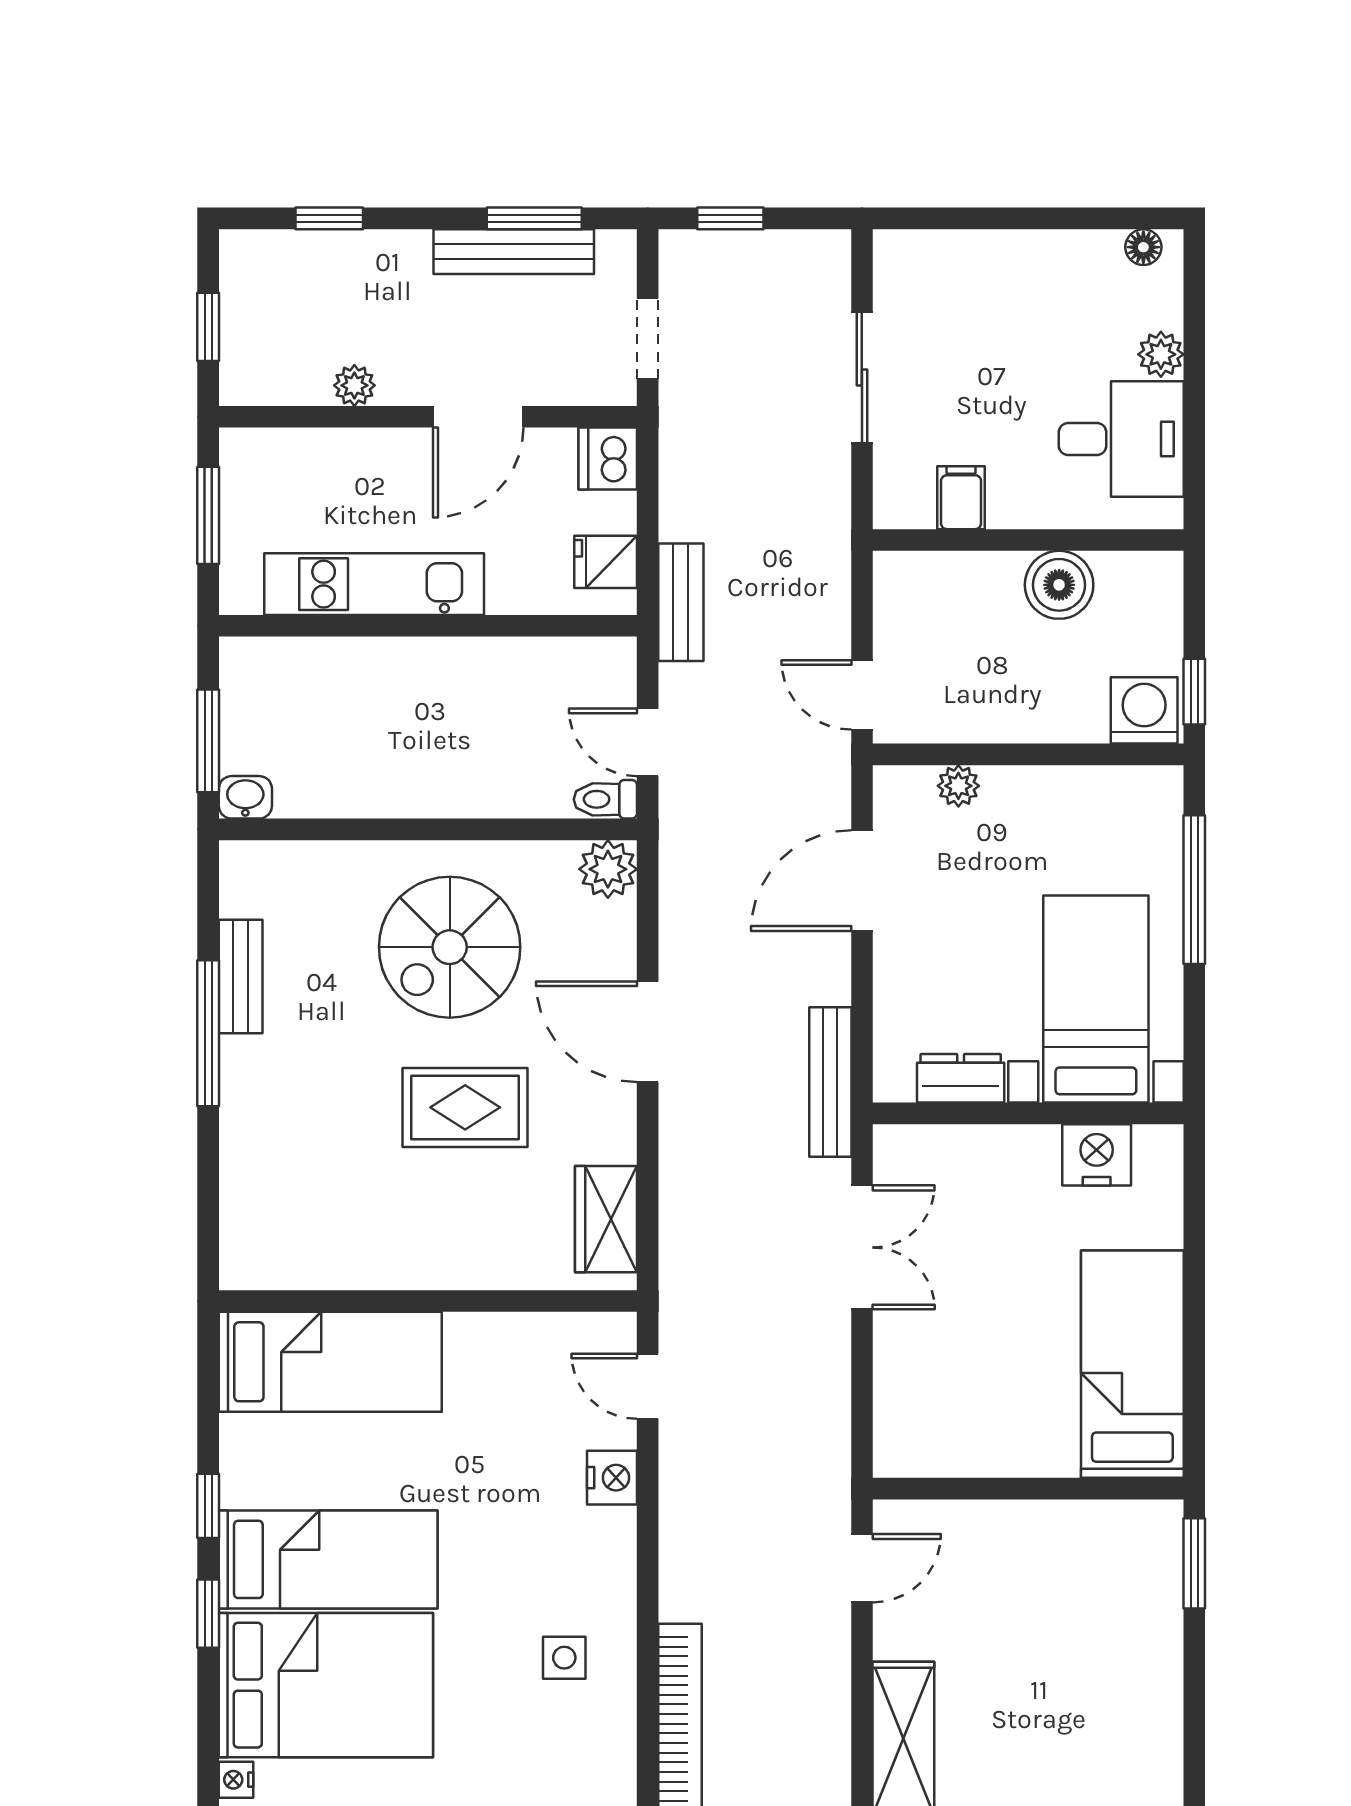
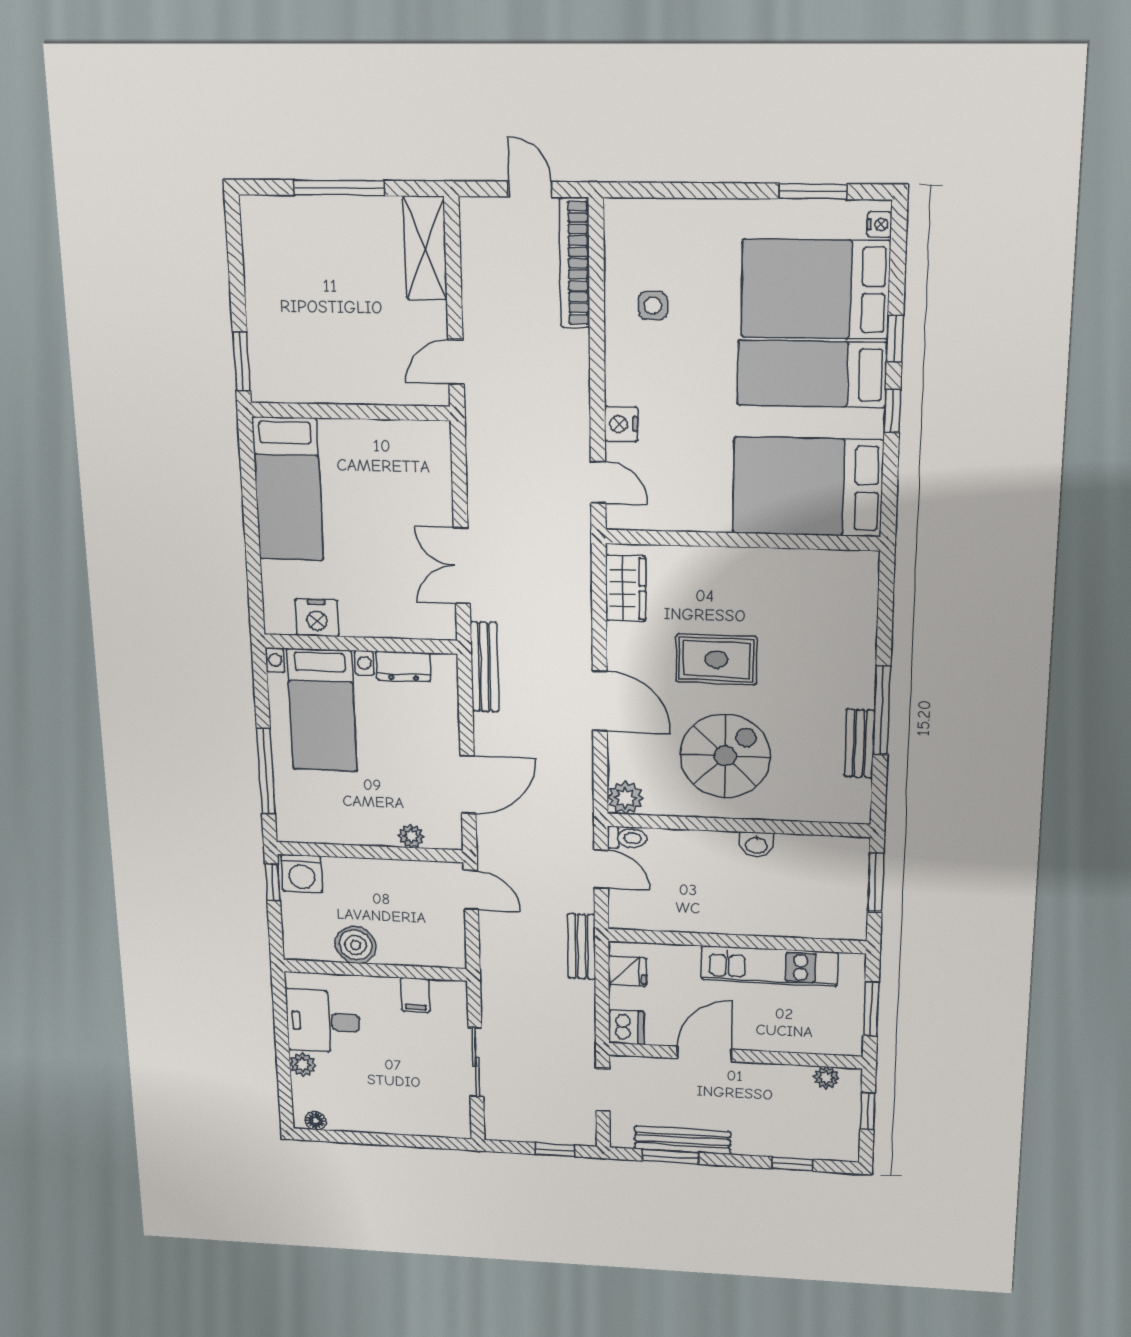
plant: (354, 385) -> (826, 1078), moved
washbasin: (245, 797) -> (756, 845), moved
bed: (330, 1362) -> (808, 487), width x1.50

